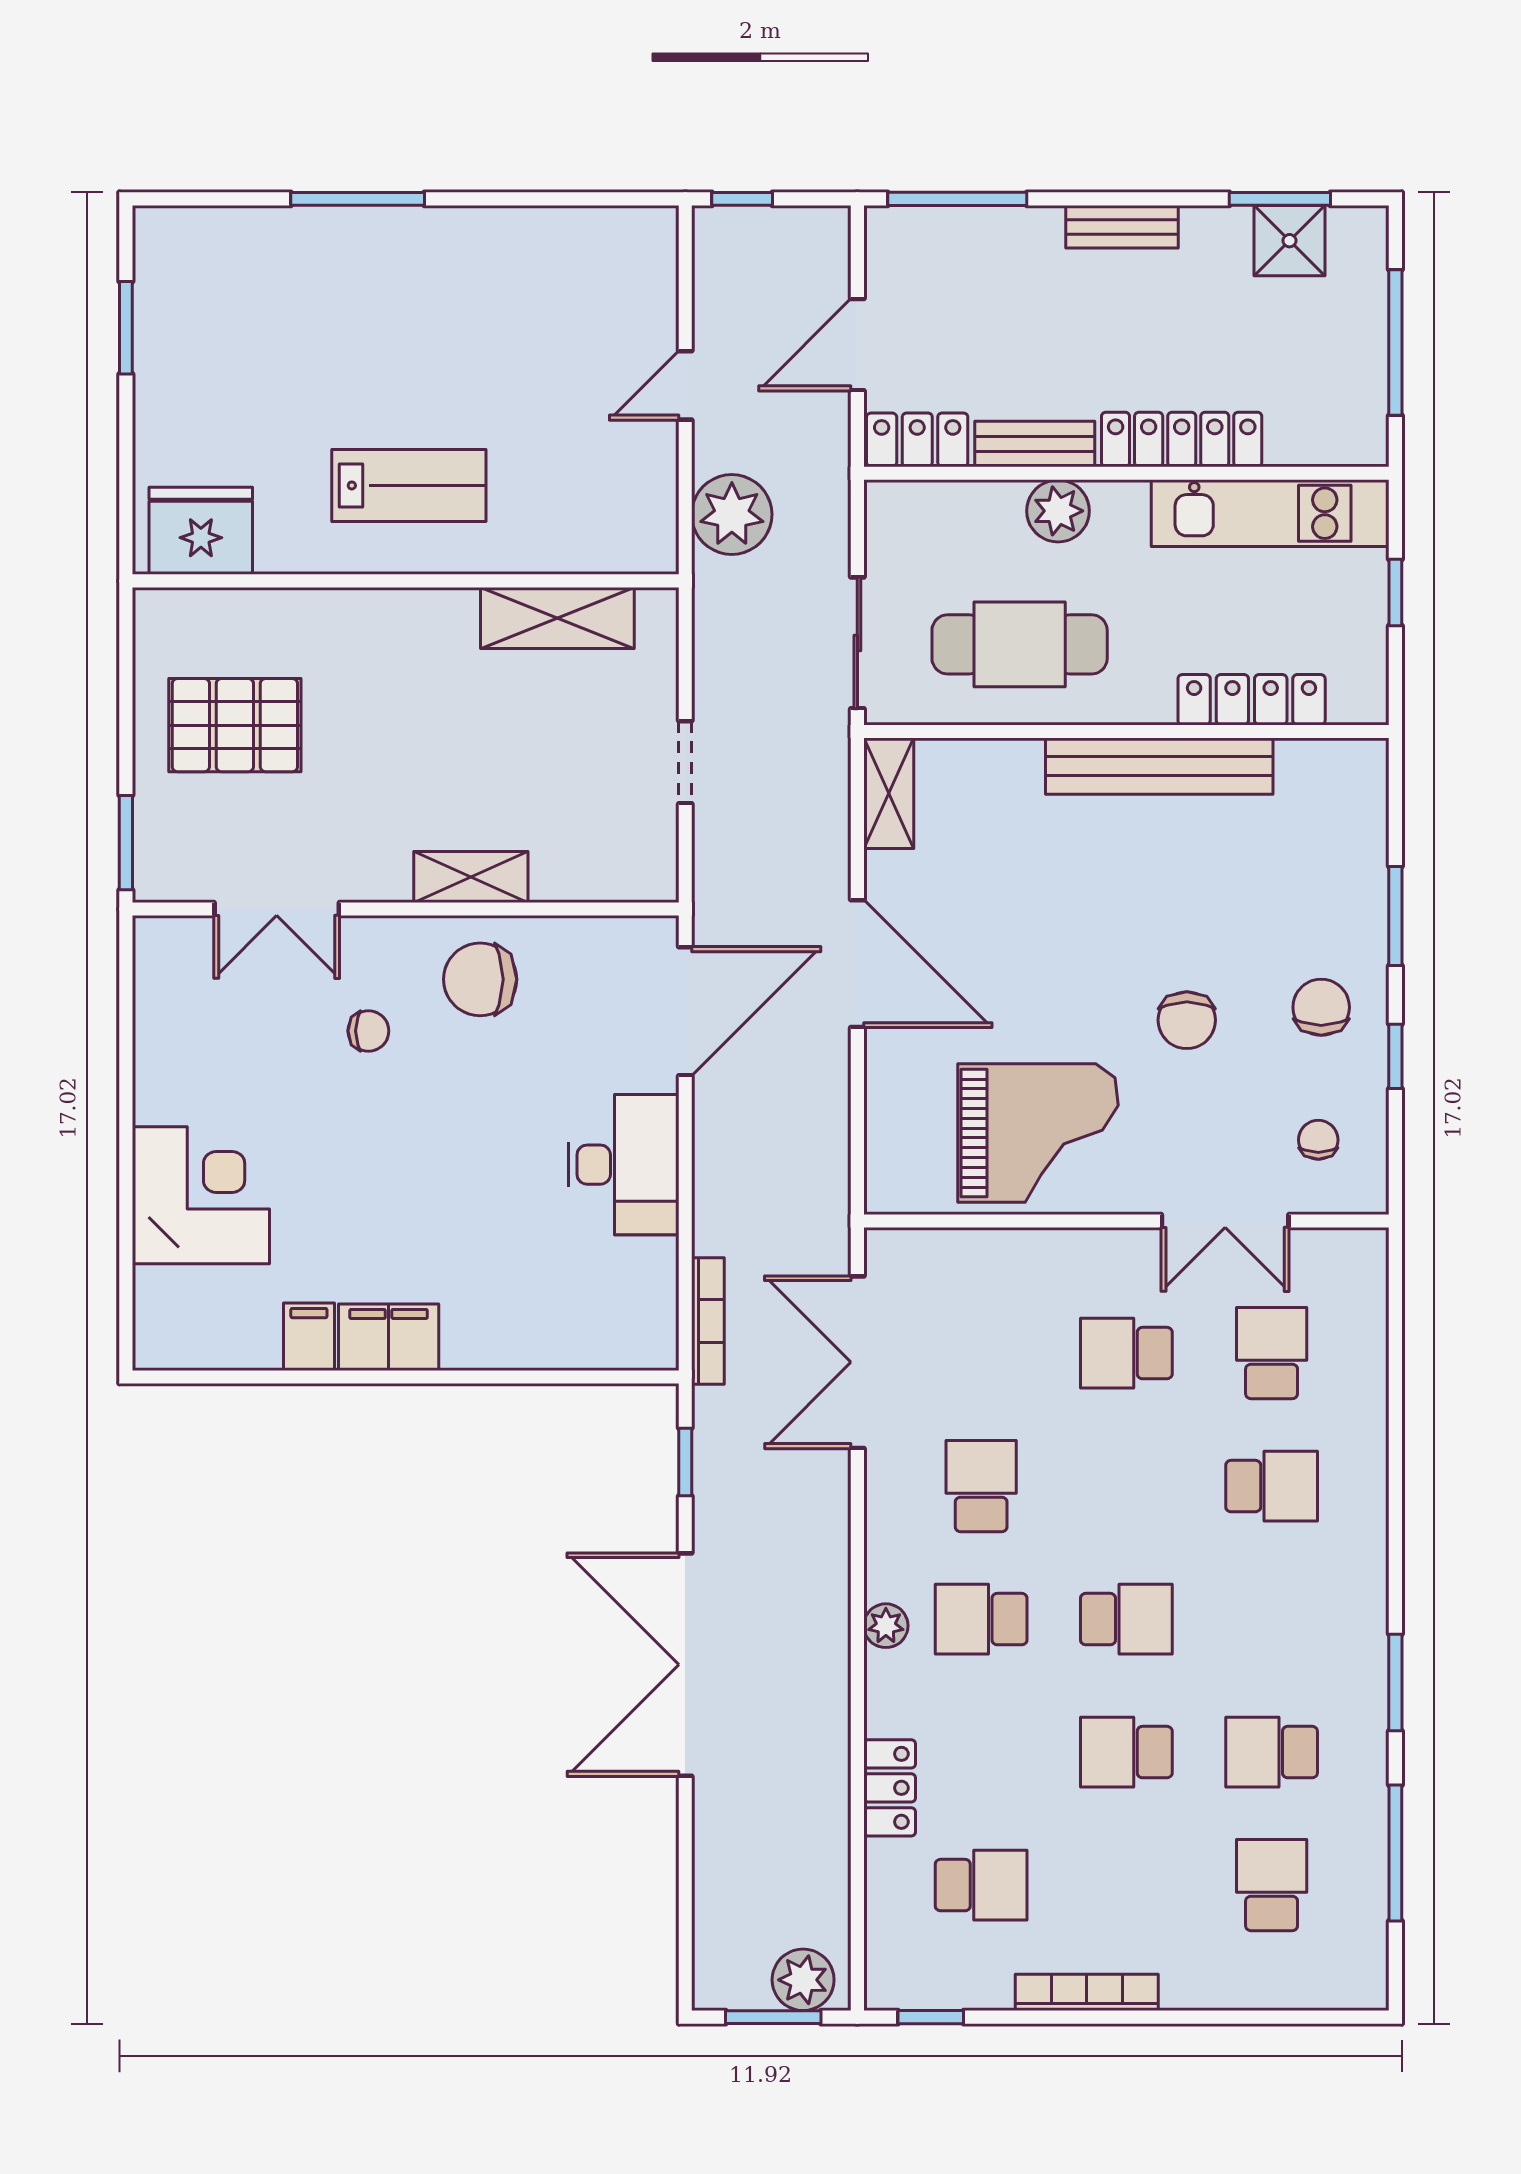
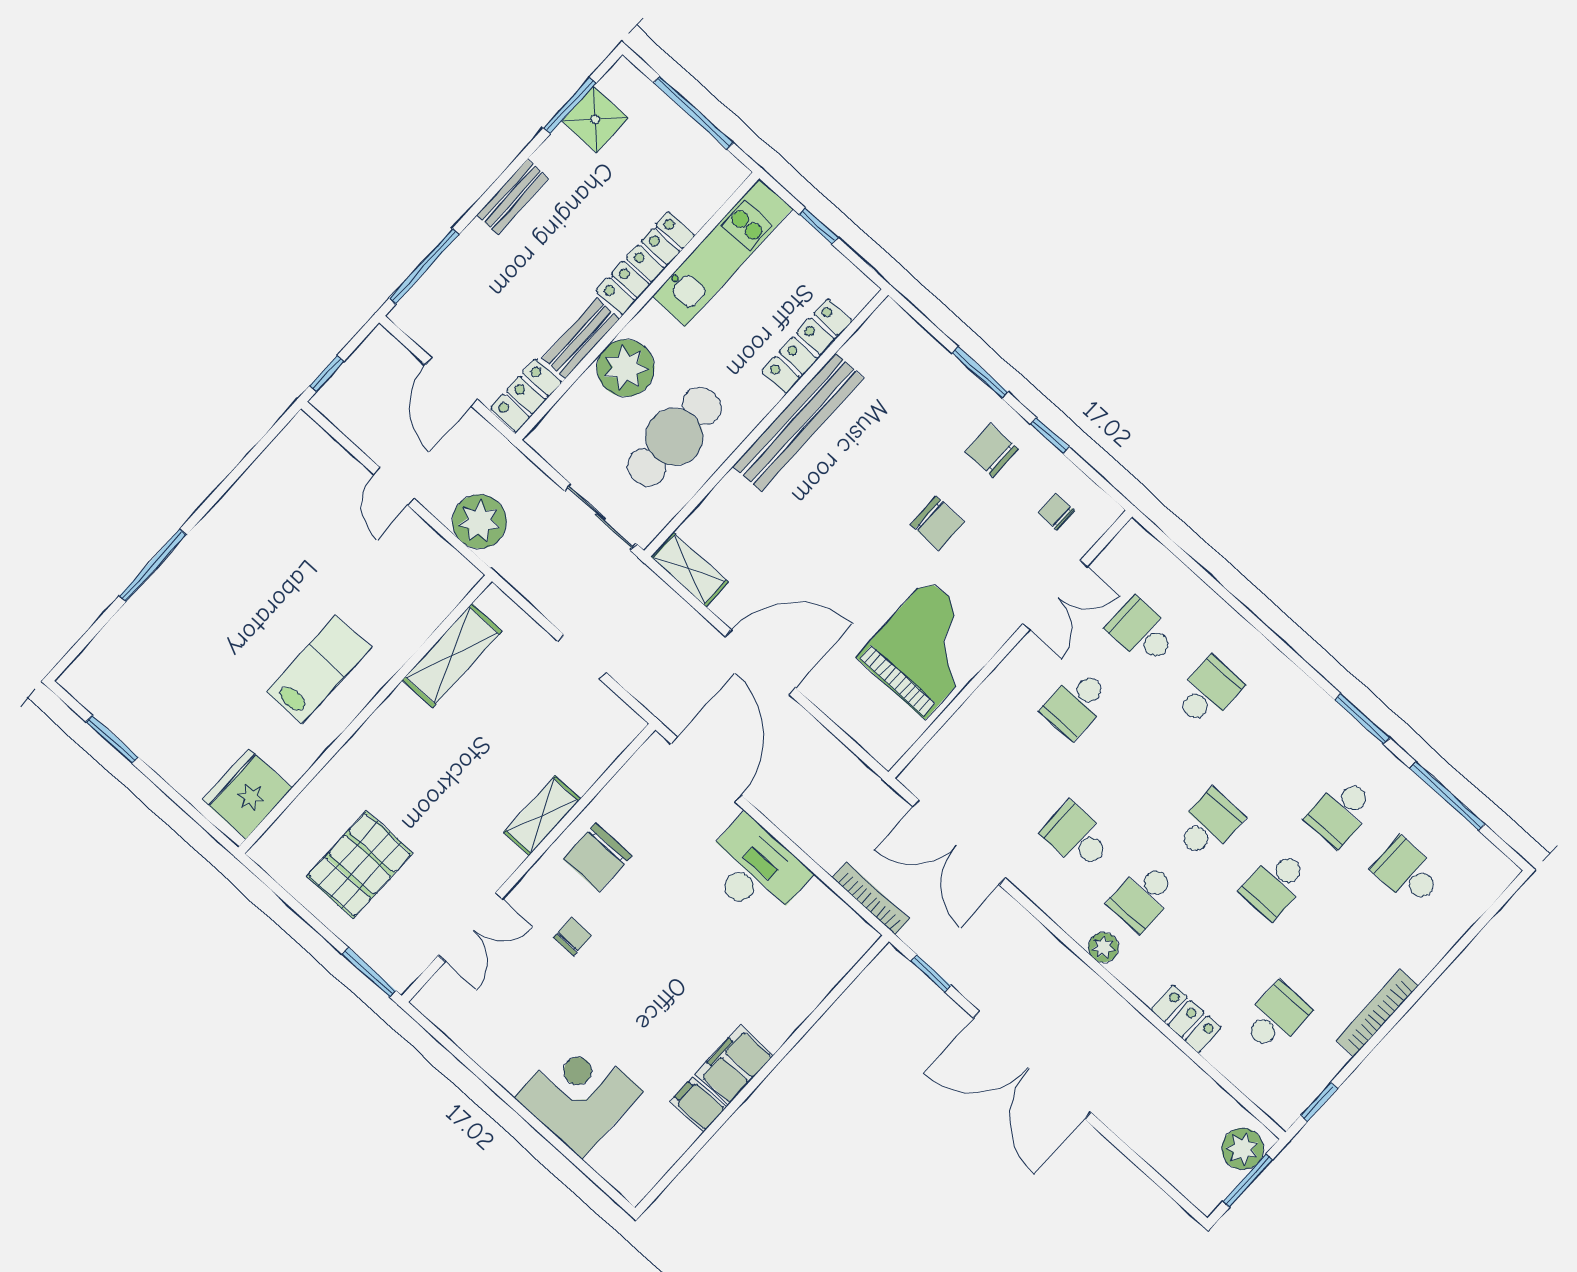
plant: (1058, 511) -> (626, 368), width x1.36, depth x1.36

